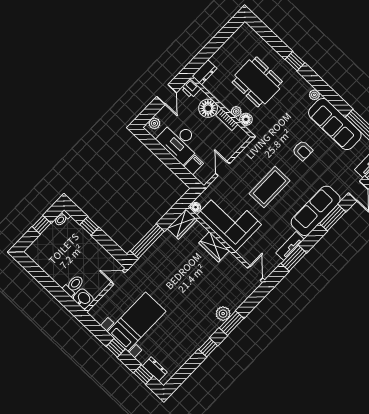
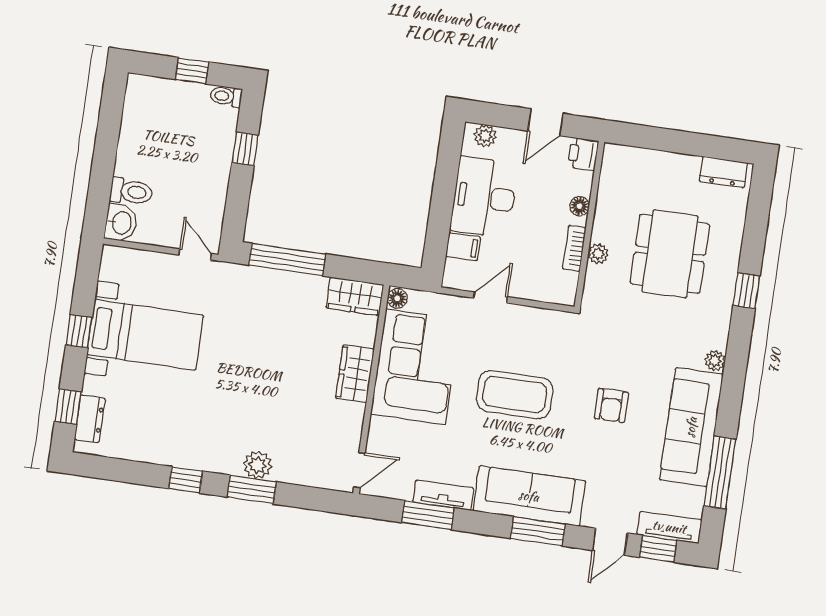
dresser: (204, 72) -> (723, 172), moved
floor lamp: (208, 108) -> (580, 206), width x0.53, depth x0.53
floor lamp: (246, 119) -> (597, 279), removed

